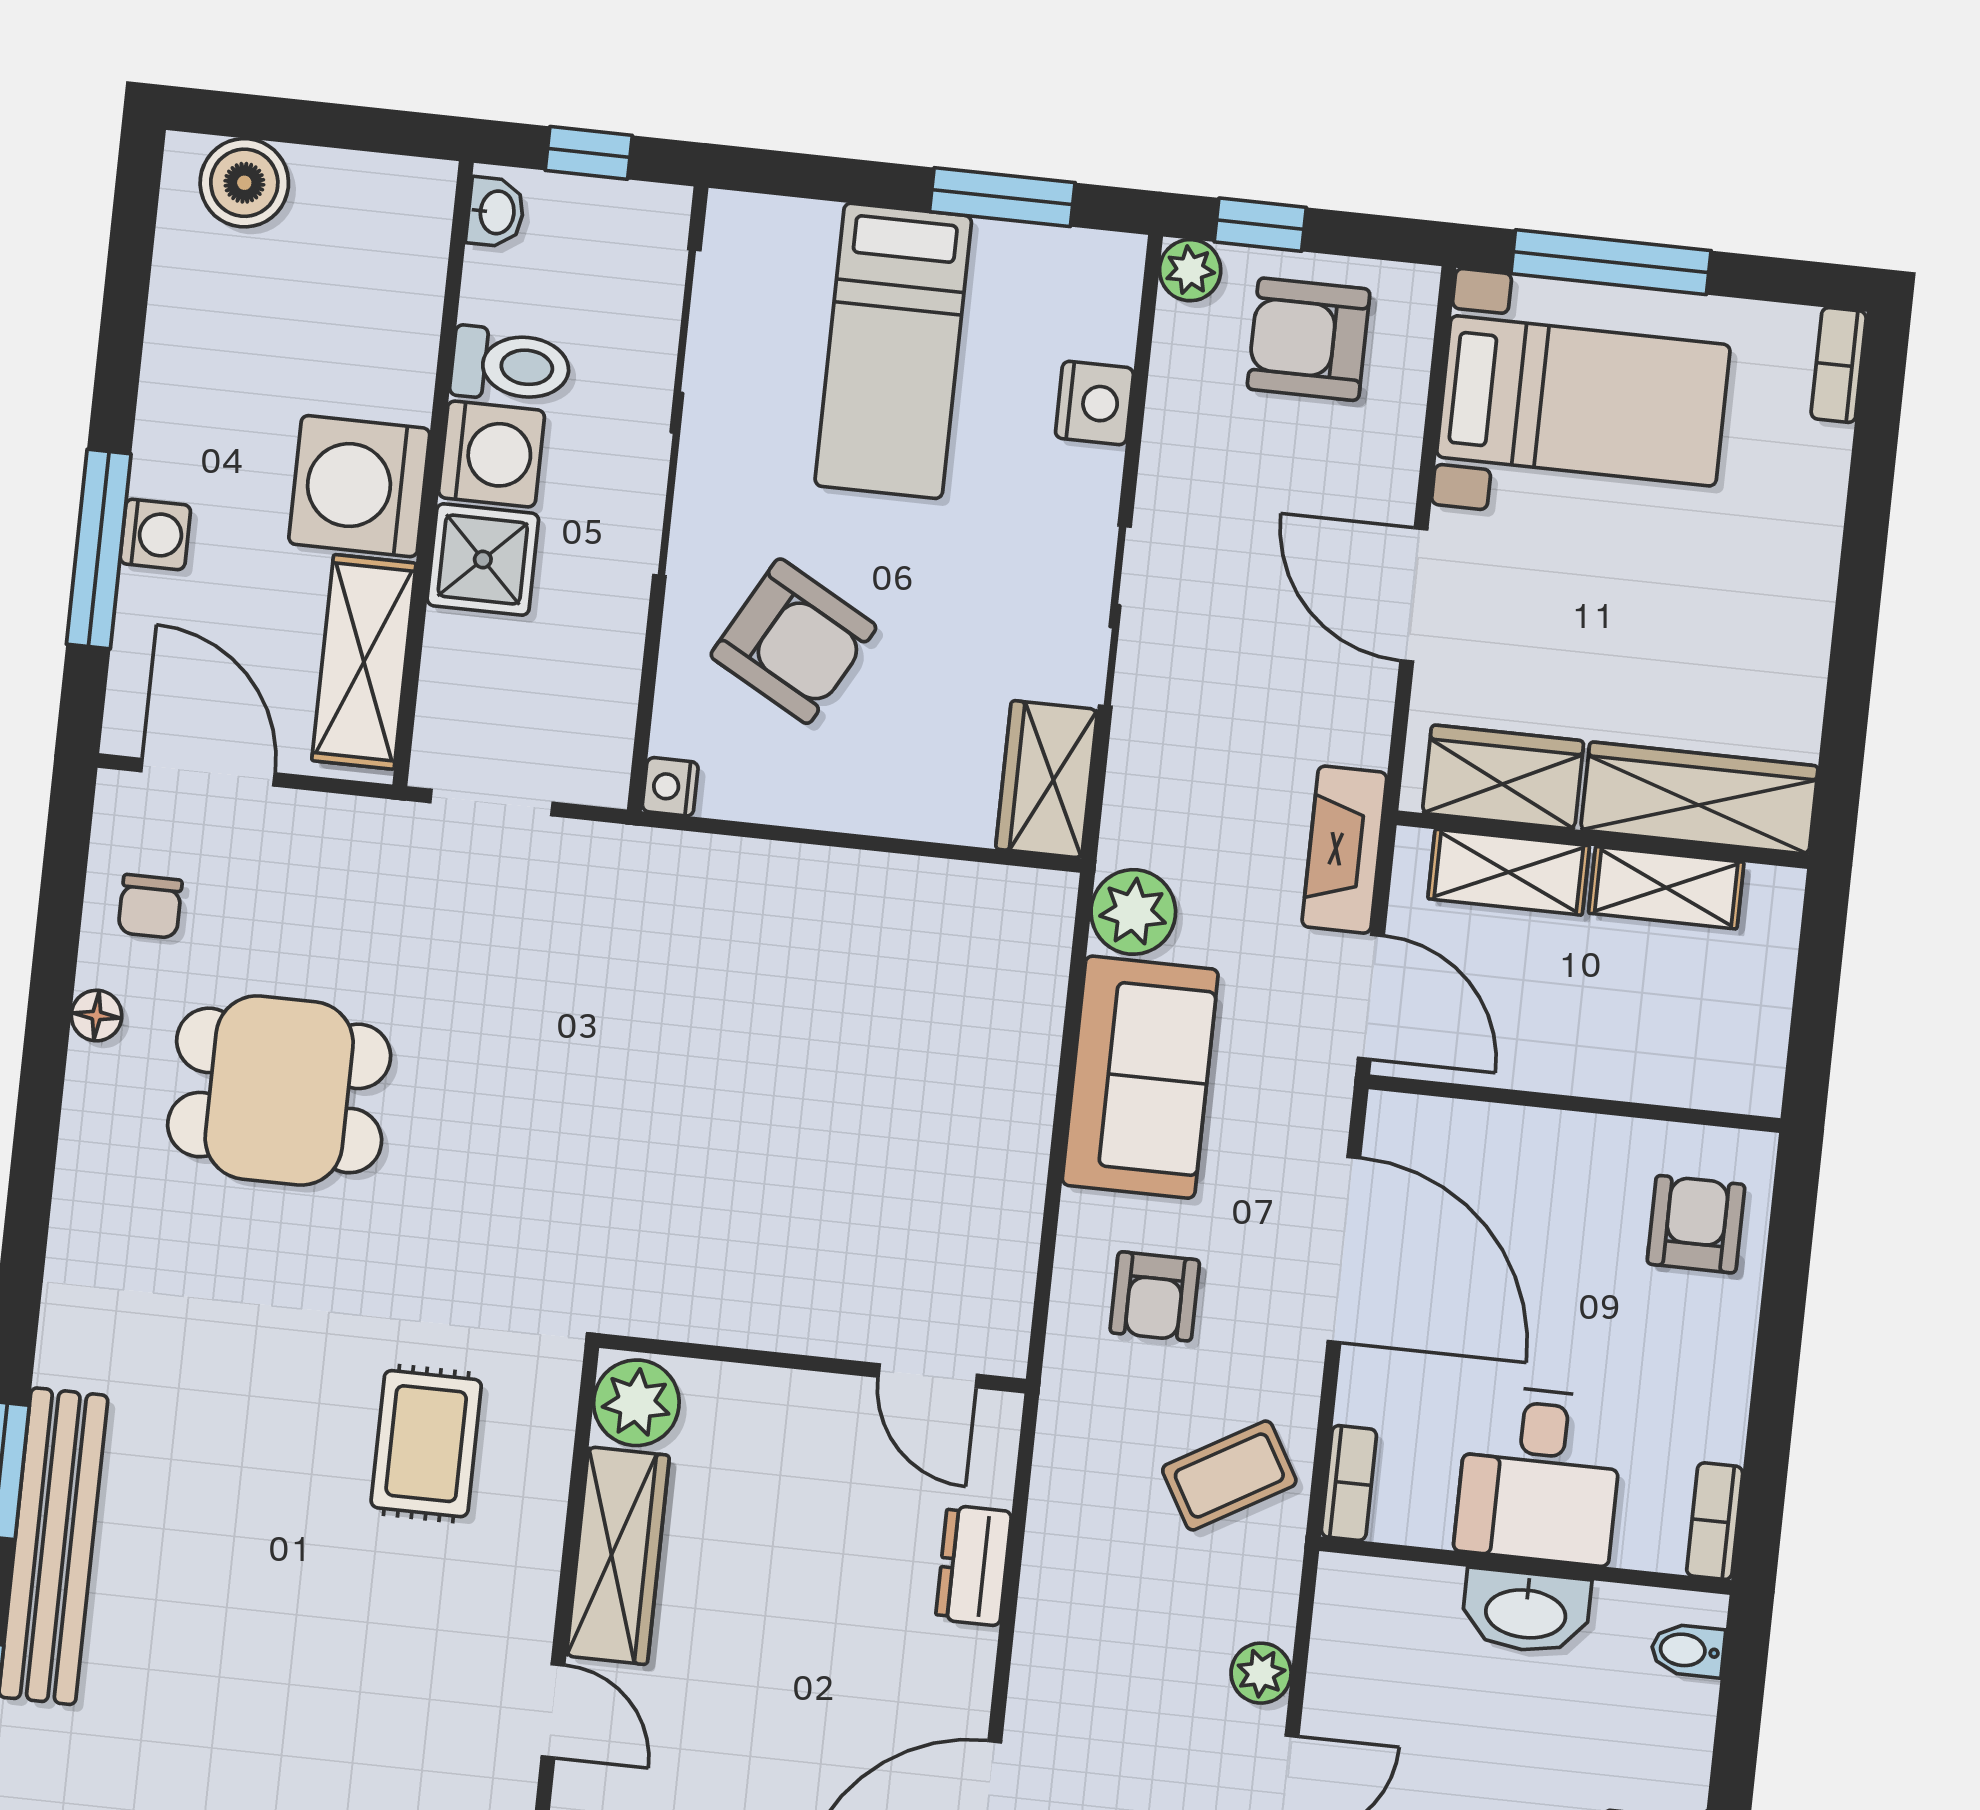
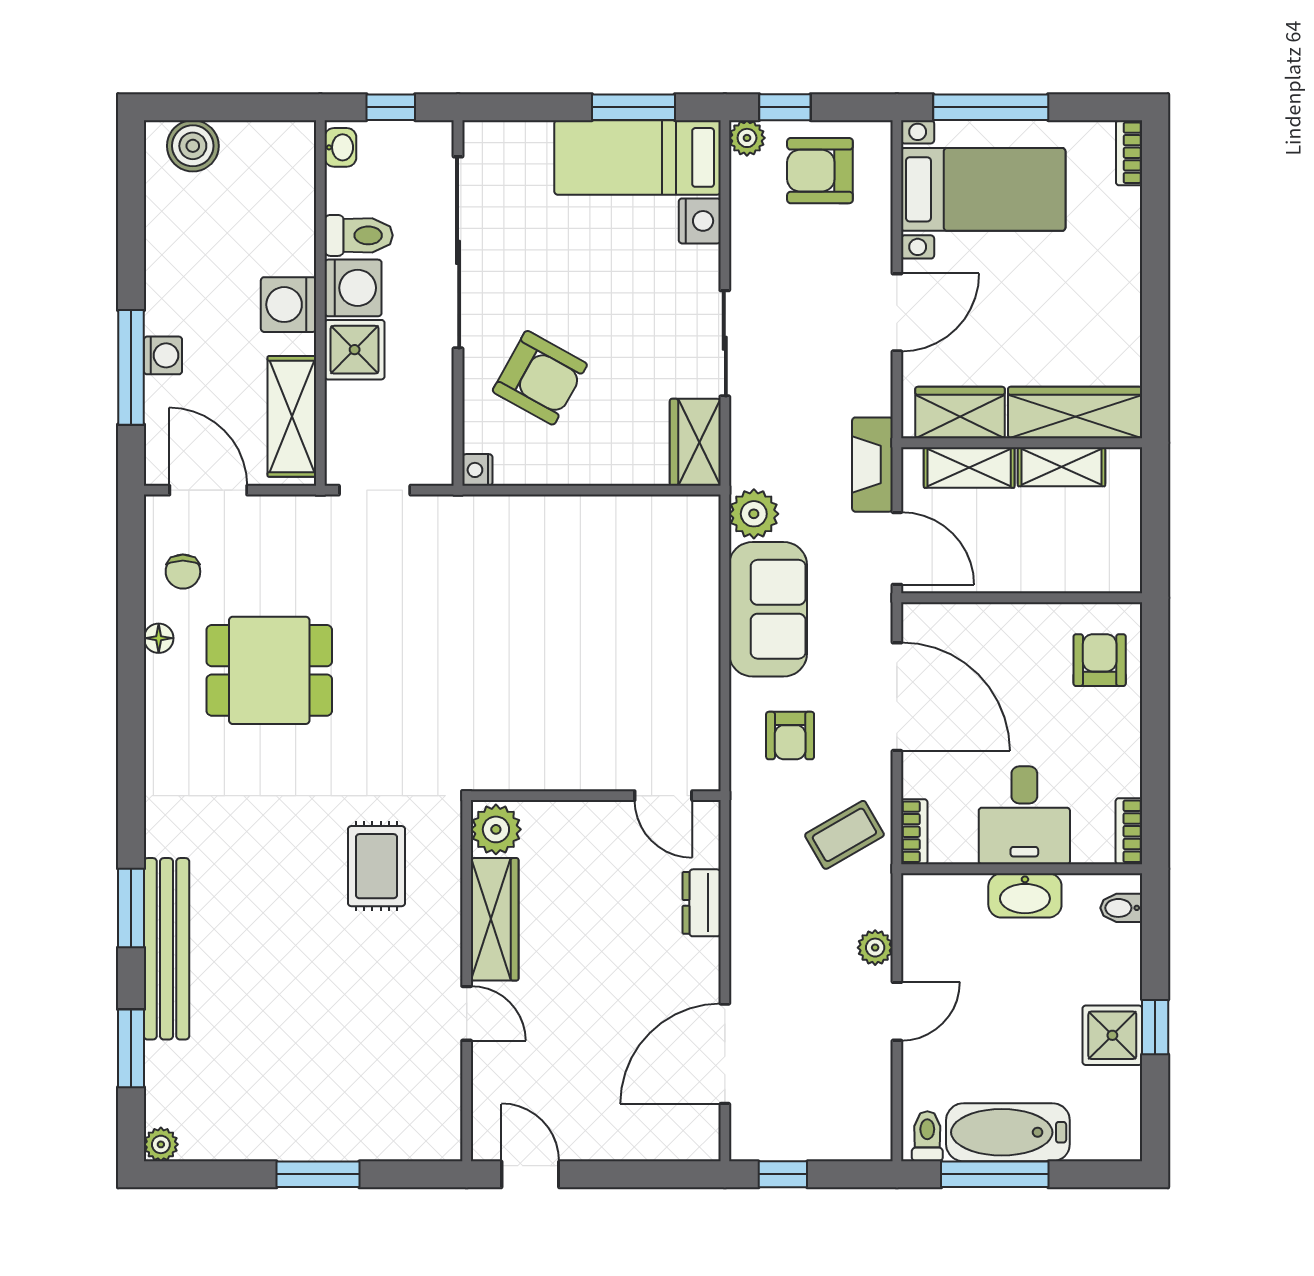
bed: (893, 351) -> (637, 157), moved, turned 90
washing machine: (359, 486) -> (289, 305), width x0.73, depth x0.73
door: (1414, 595) -> (897, 312), swing flipped

